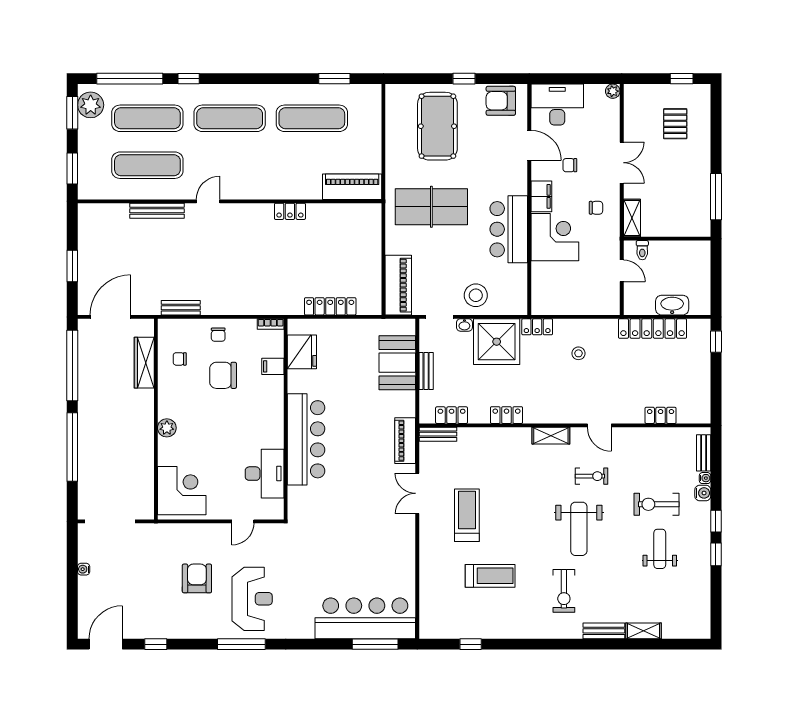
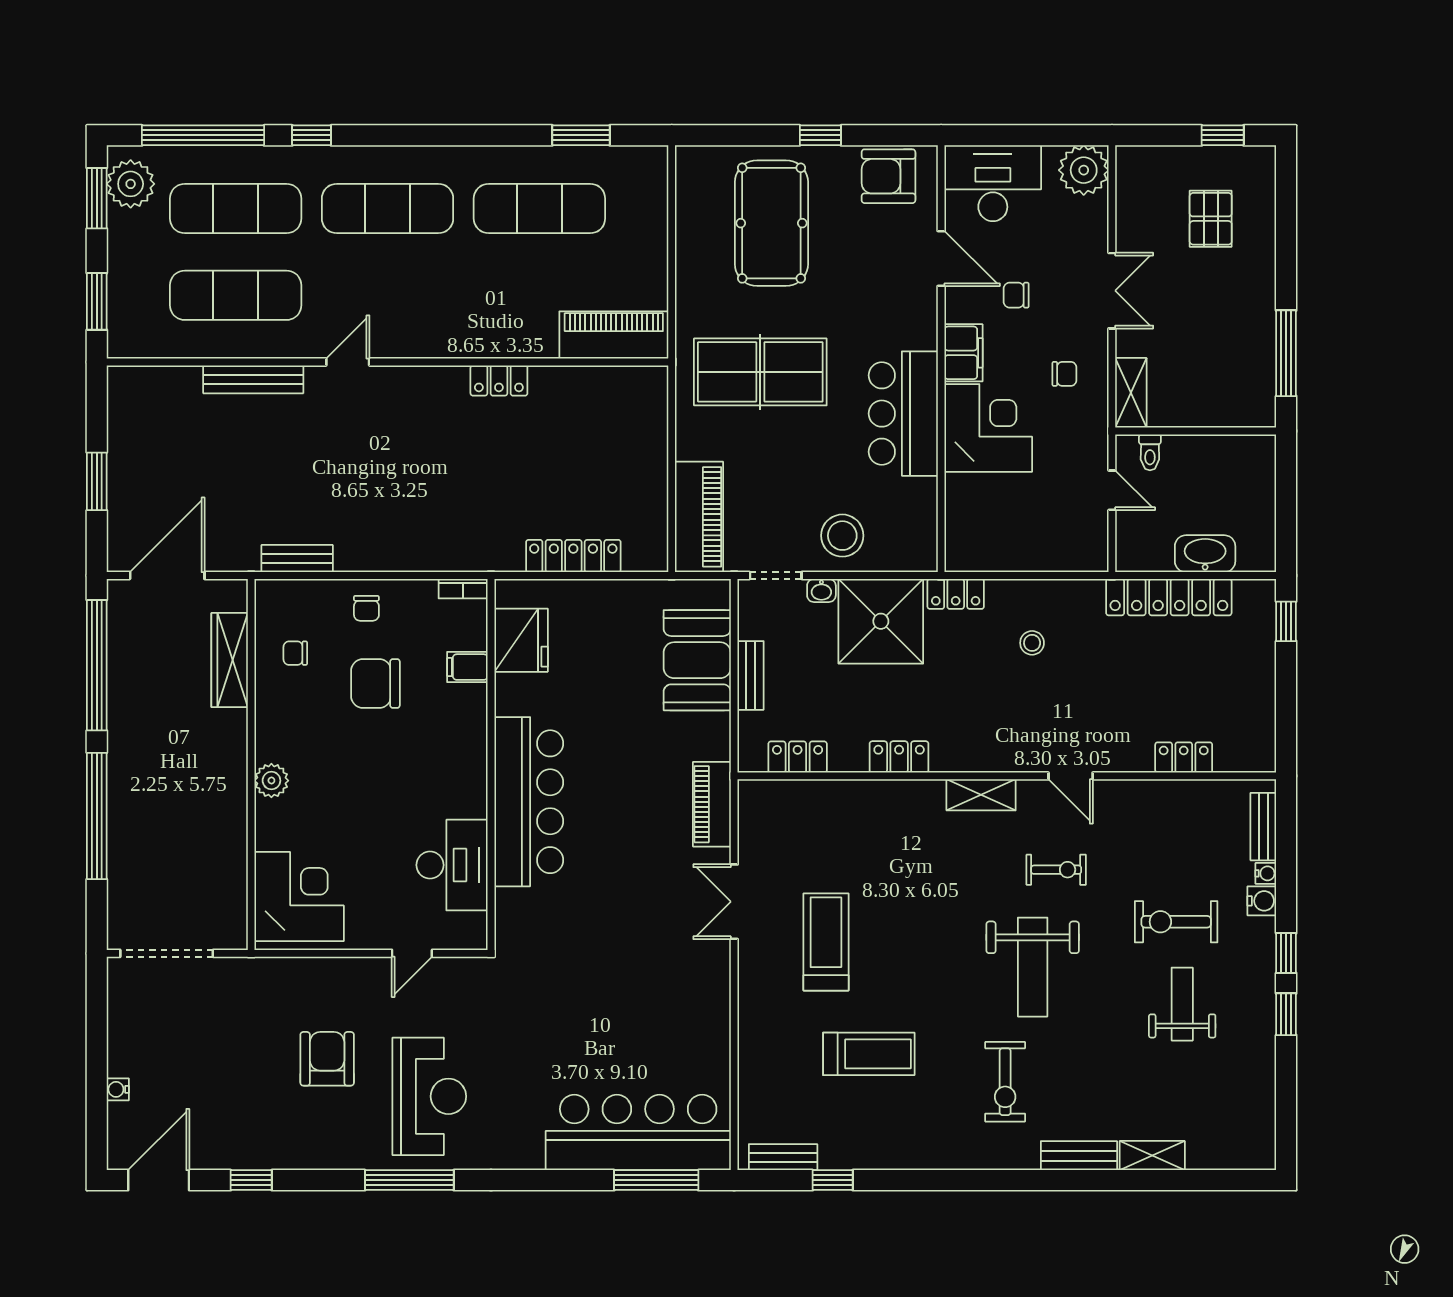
plant: (613, 91) -> (1084, 170), width x1.88, depth x1.88
bench: (438, 434) -> (783, 1157), moved
water cooler: (84, 569) -> (118, 1089), moved

